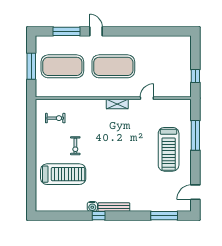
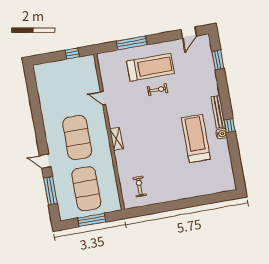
door: (96, 31) -> (45, 161), hinge flipped
shelving: (117, 104) -> (116, 139), moved
exercise bike: (75, 146) -> (158, 90), moved
treadmill: (63, 174) -> (196, 139), moved
door: (195, 192) -> (189, 33), hinge flipped
window: (164, 216) -> (218, 60), width x0.69

